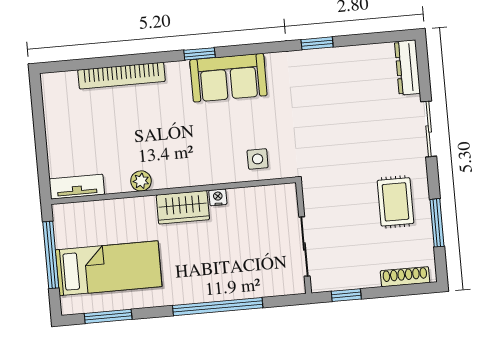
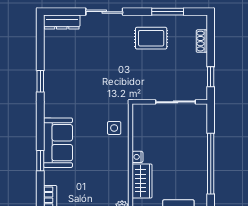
shoe rack: (405, 277) -> (202, 41), width x0.70

